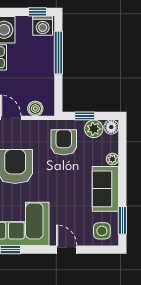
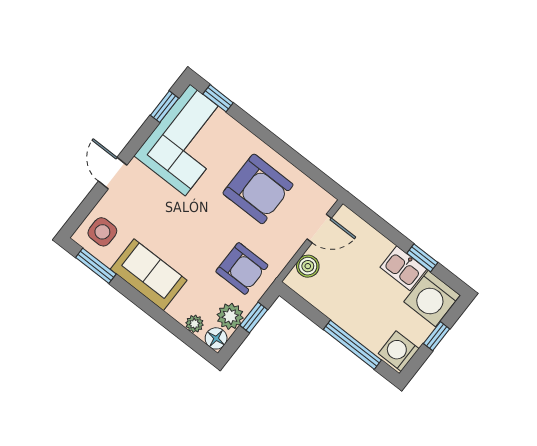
window: (37, 12) -> (437, 336), moved
plant: (112, 159) -> (194, 324), moved
door: (67, 250) -> (113, 173), swing flipped

